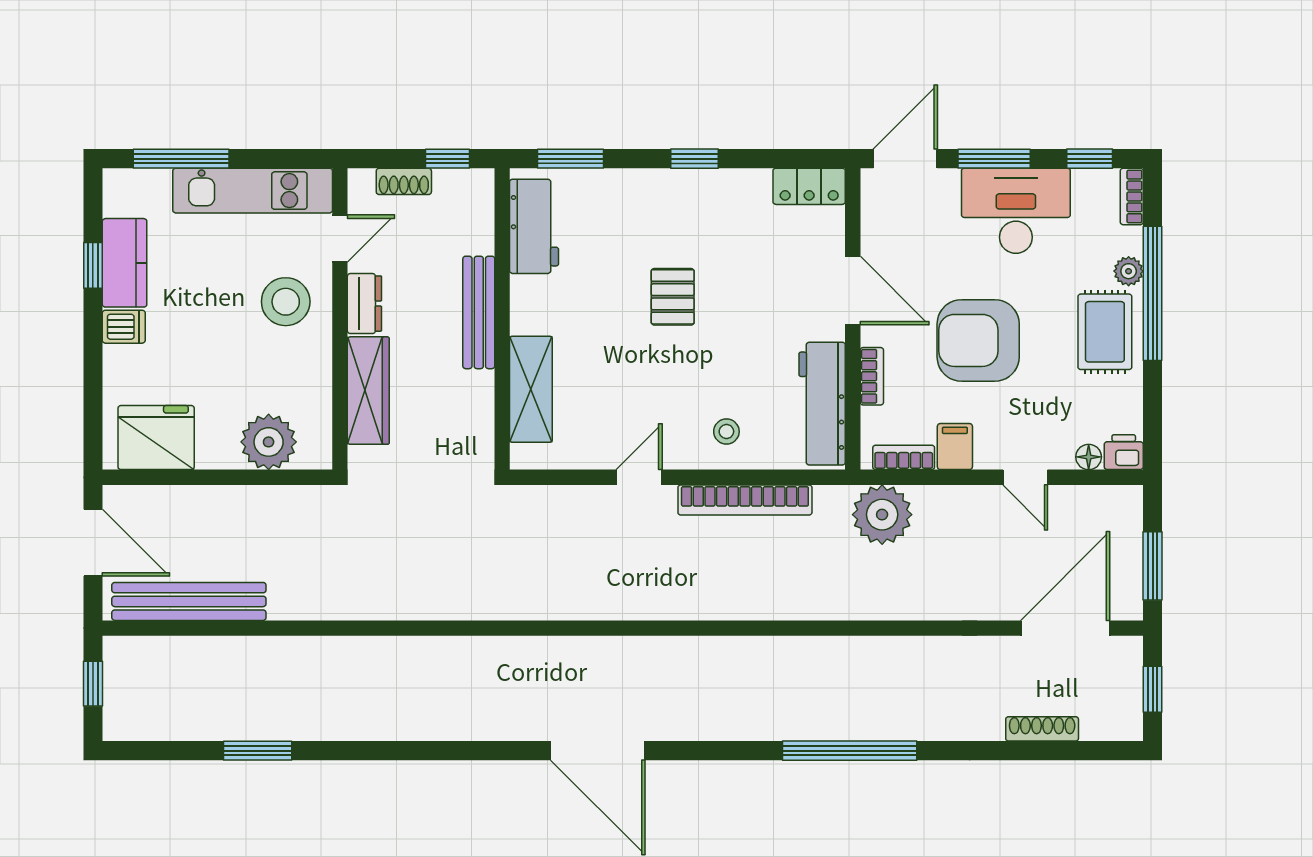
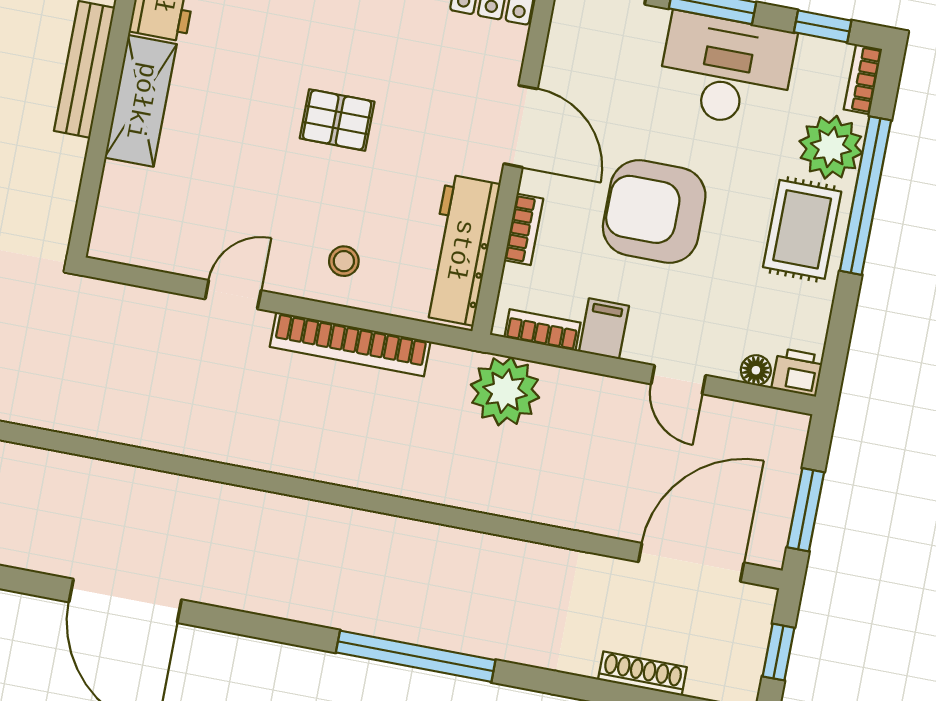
plant: (1129, 271) -> (831, 147), width x1.88, depth x1.88
pallet: (673, 297) -> (337, 120), moved, turned 90
shelving: (531, 389) -> (141, 101), moved

